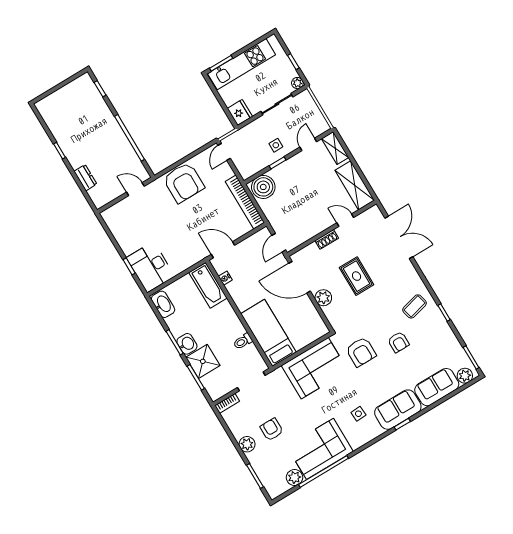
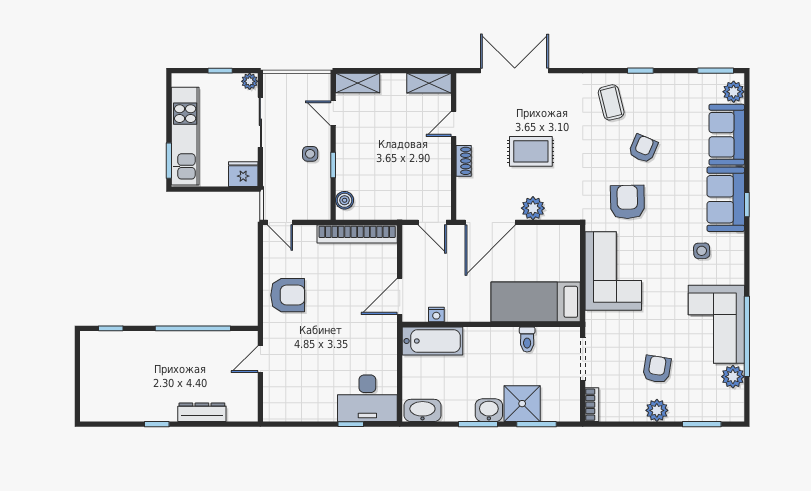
dresser: (85, 178) -> (202, 412), width x1.44
armchair: (184, 182) -> (288, 295), width x0.73, depth x0.73
shelving: (355, 185) -> (429, 83), width x0.67, depth x0.75
boiler: (263, 187) -> (345, 200), width x0.54, depth x0.54
armchair: (398, 342) -> (643, 149), turned -67
armchair: (361, 352) -> (627, 202), turned -91
armchair: (272, 429) -> (657, 369), turned 99

